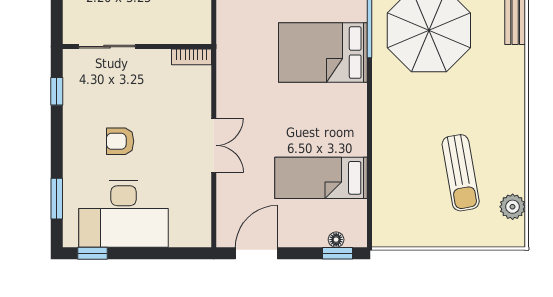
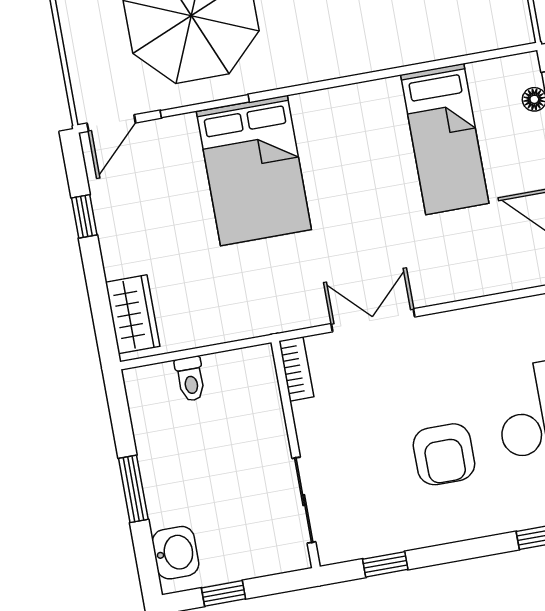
armchair: (120, 141) -> (444, 454), width x1.38, depth x1.38
double door: (214, 145) -> (373, 320), moved

